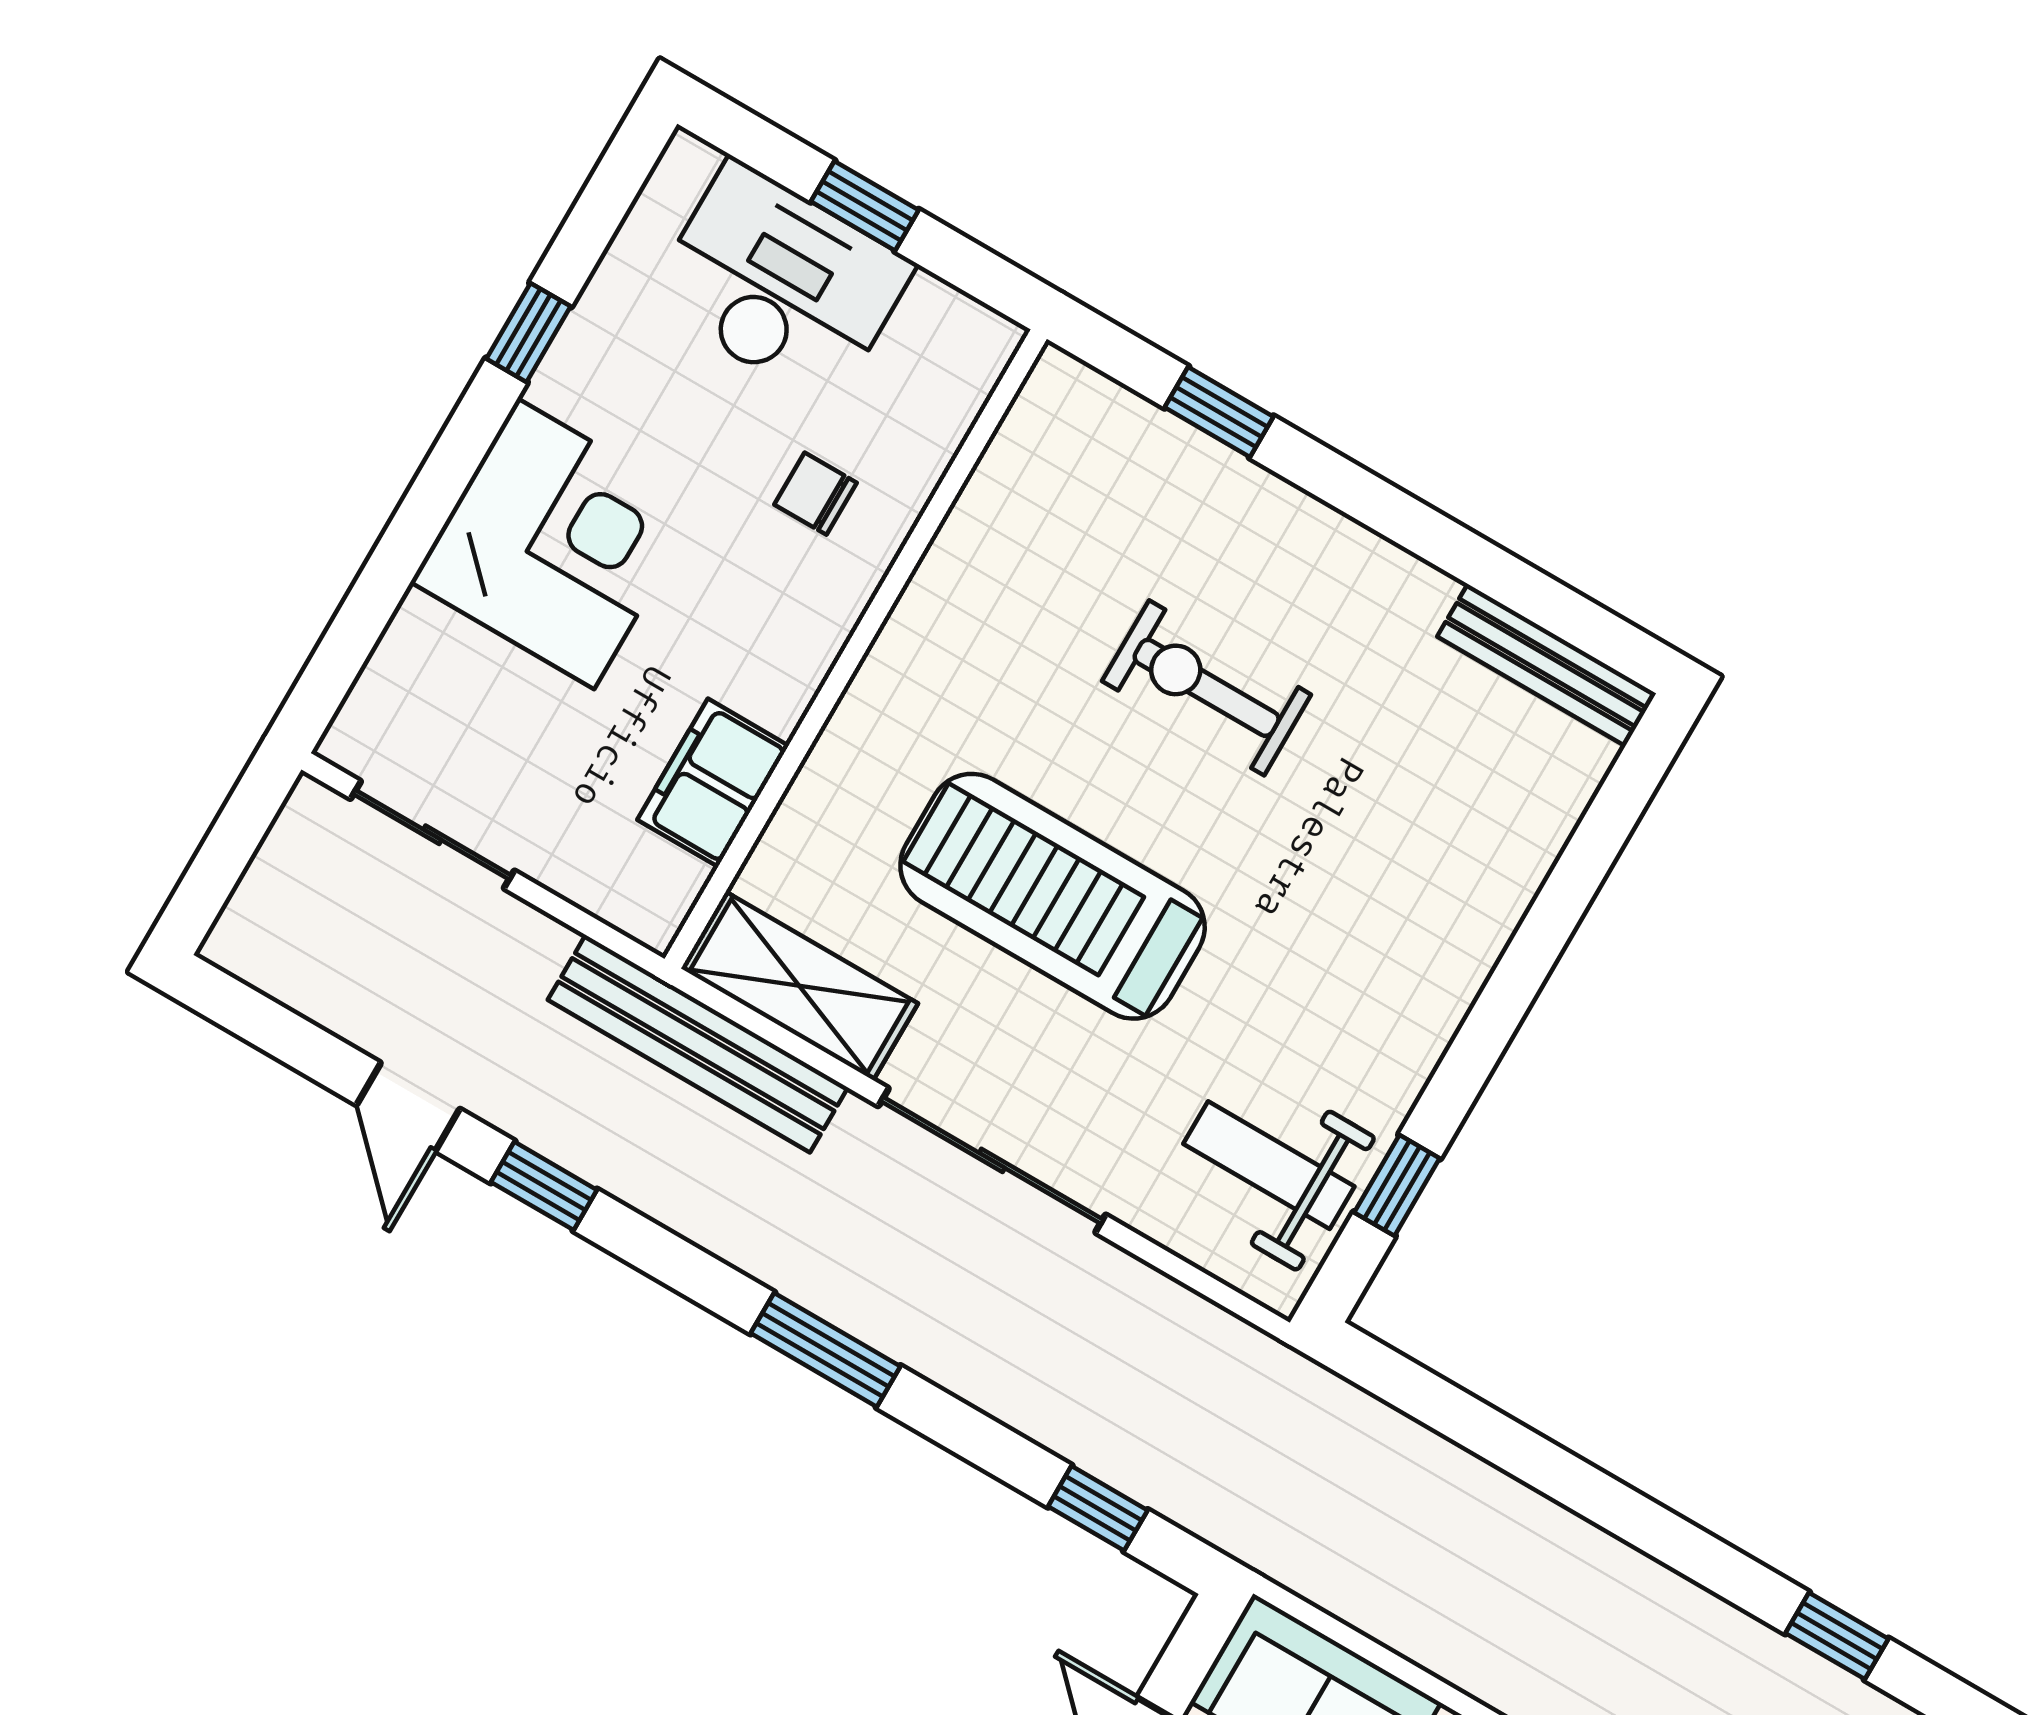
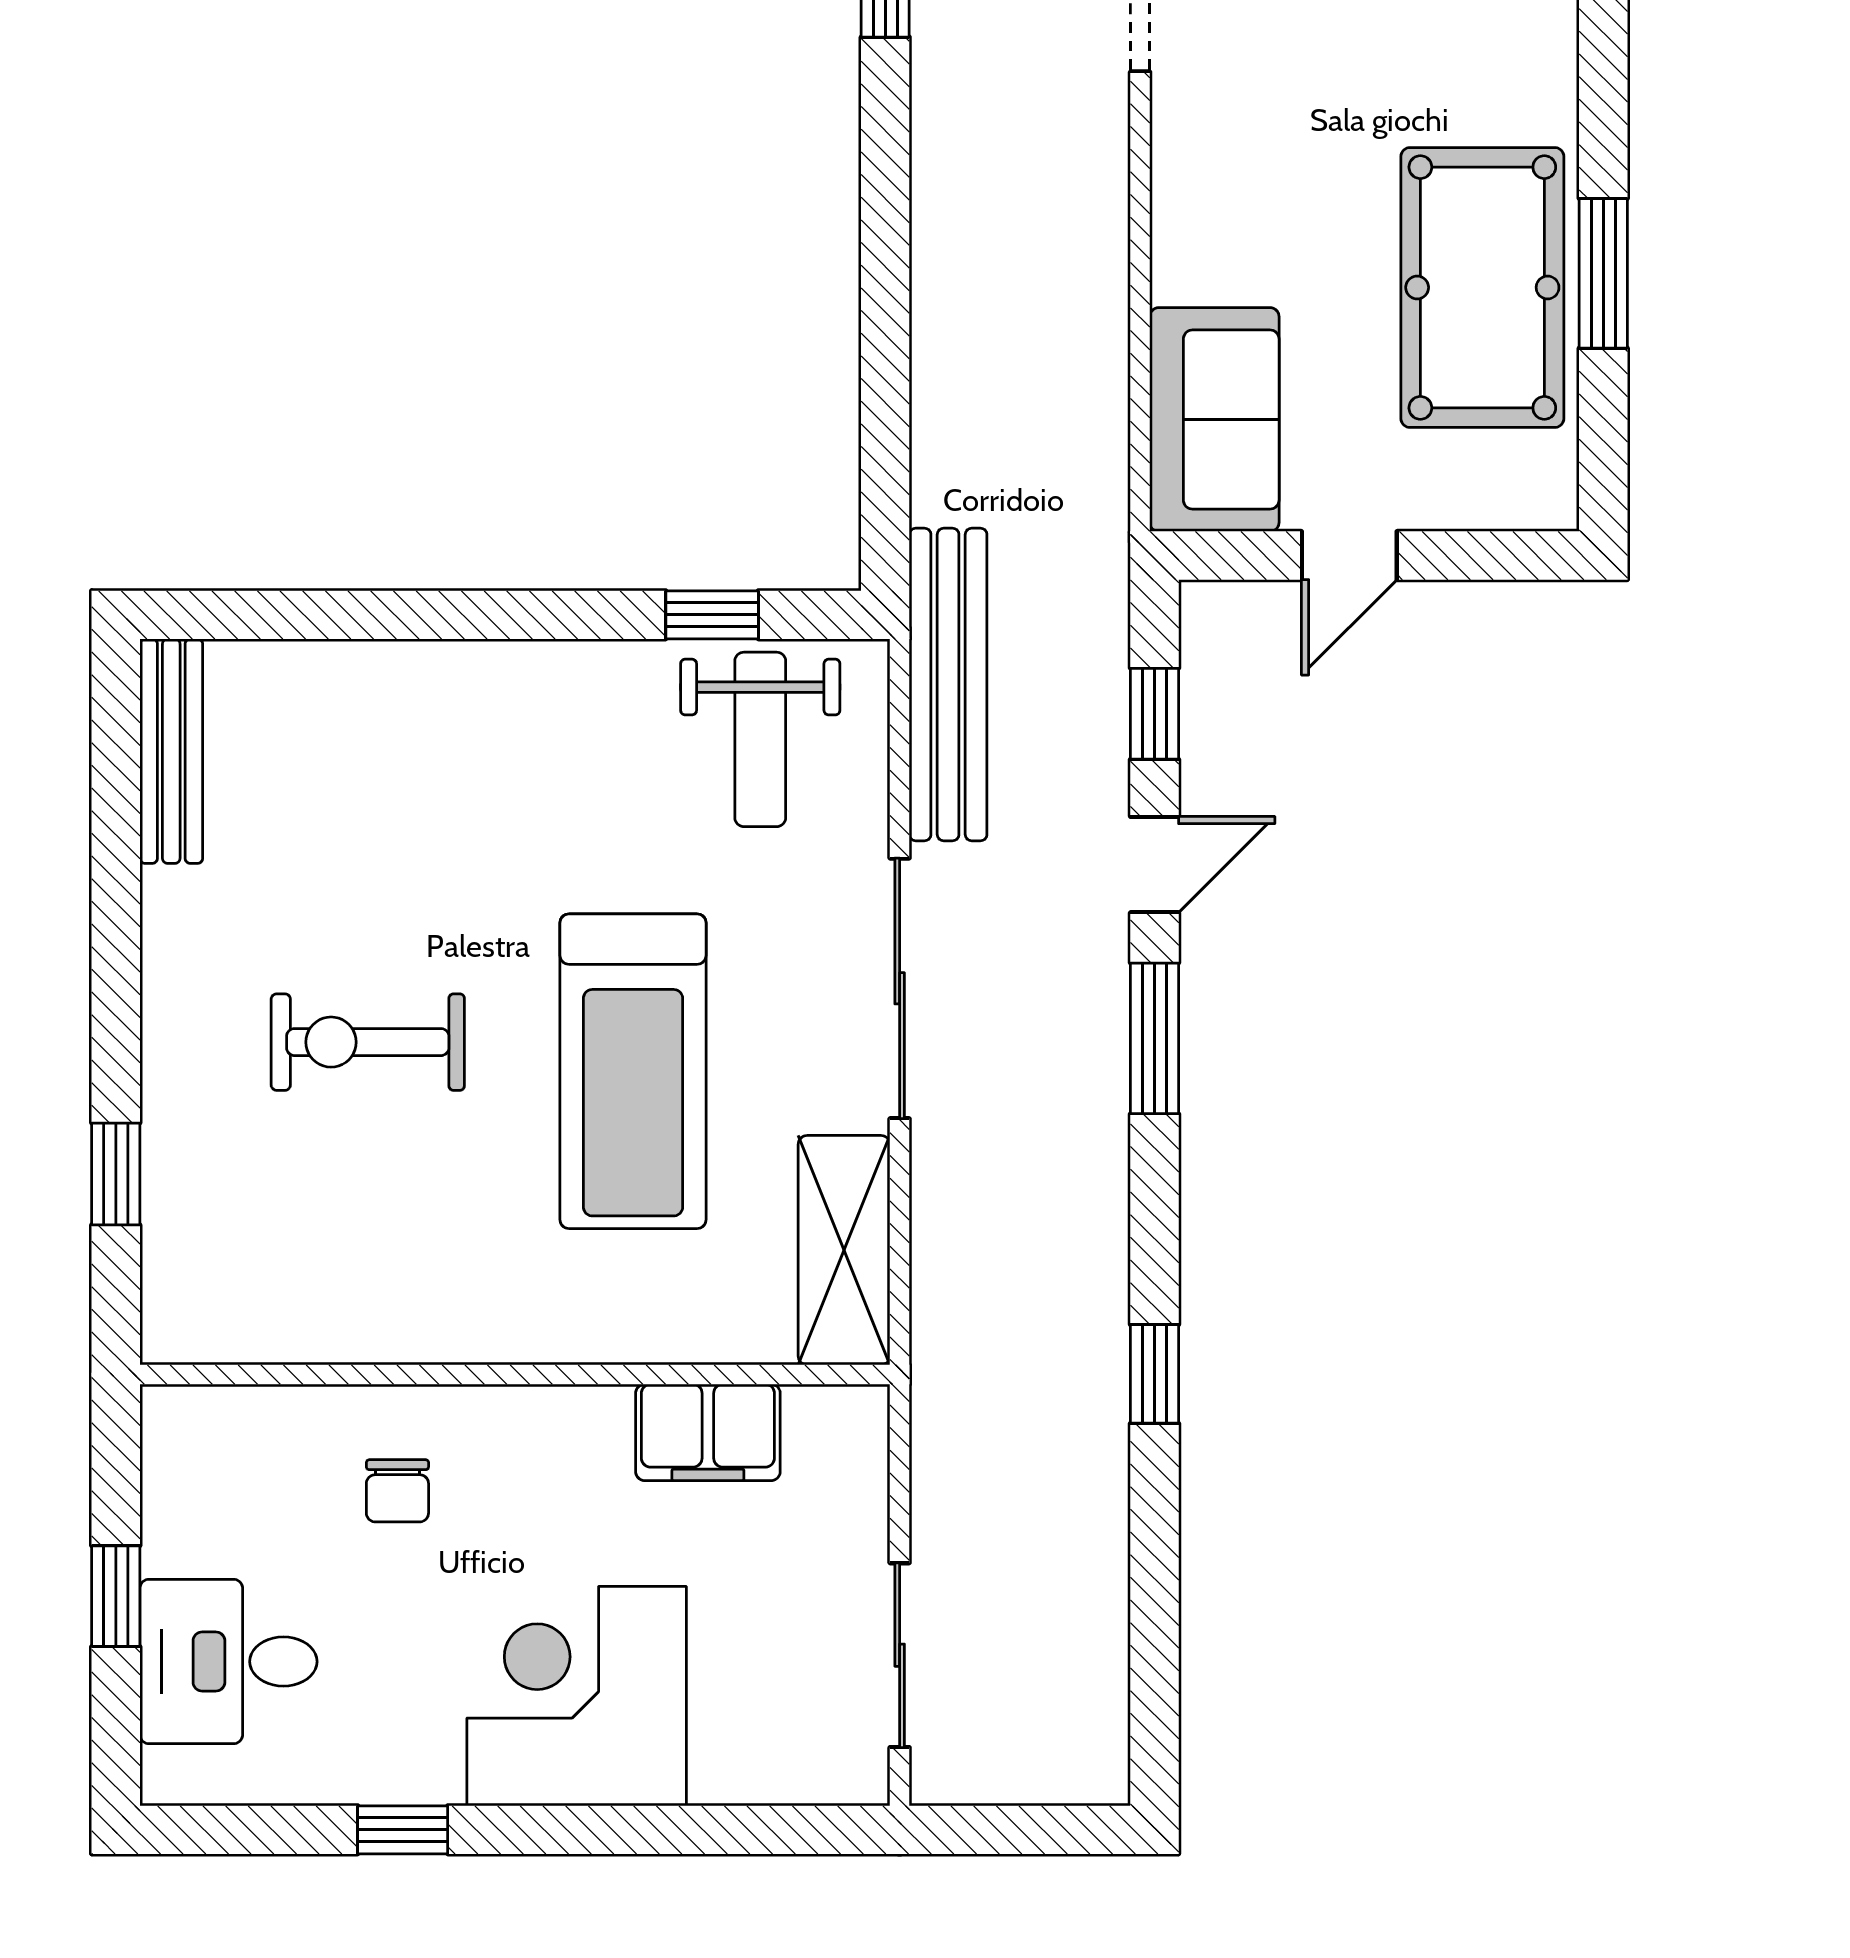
desk: (781, 283) -> (228, 1662), width x0.73
exercise bike: (1207, 688) -> (368, 1042), turned 90
bench: (698, 1044) -> (948, 685), moved
door: (408, 1107) -> (1154, 865), moved

